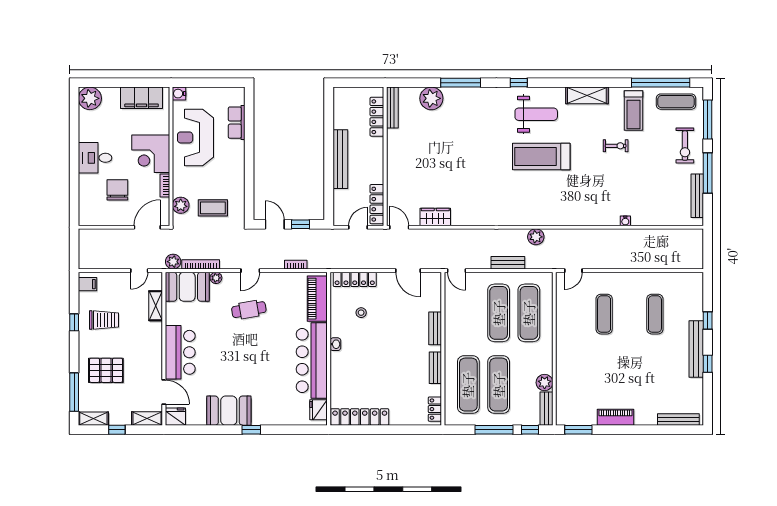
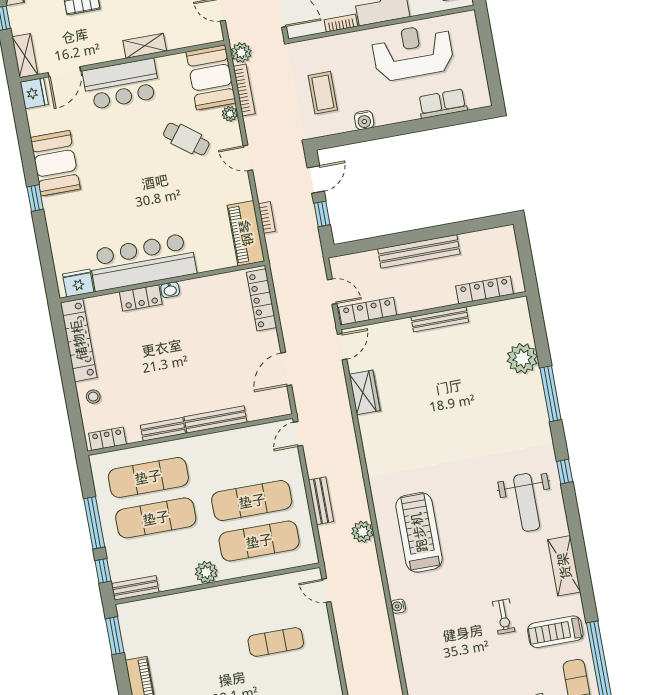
water cooler: (179, 94) -> (364, 120), moved, turned 180
bench: (392, 107) -> (440, 319), moved
treadmill: (541, 156) -> (419, 532), moved
plant: (181, 205) -> (318, 49), removed
water cooler: (625, 221) -> (398, 606), moved
piano: (317, 299) -> (246, 233), moved, turned -90
shelving: (156, 306) -> (145, 46), moved
cafe table: (249, 310) -> (186, 139), moved, turned -43
stool: (361, 313) -> (93, 397), moved
bench: (435, 328) -> (215, 419), width x1.36
locker: (338, 366) -> (141, 298), added
plant: (545, 383) -> (206, 572), moved

